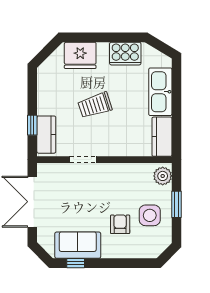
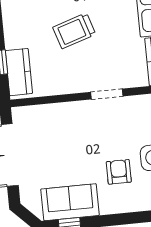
doorway: (83, 160) -> (107, 94), moved

